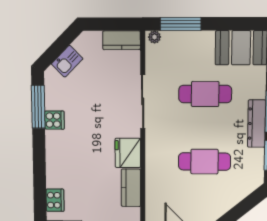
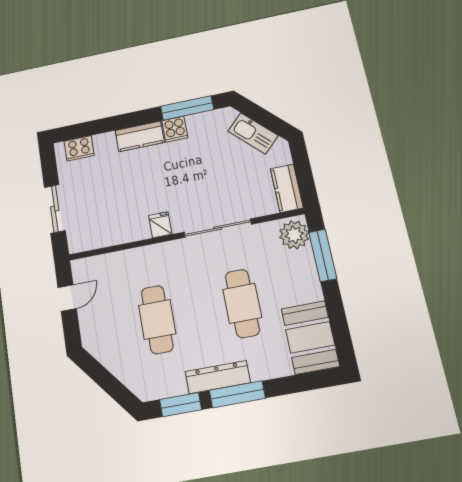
plant: (155, 37) -> (294, 235), width x1.88, depth x1.88
kitchen sink: (67, 61) -> (253, 133), width x1.38
fridge: (128, 153) -> (160, 225), width x0.53, depth x0.75
kitchen counter: (131, 188) -> (140, 136), moved, turned 180

